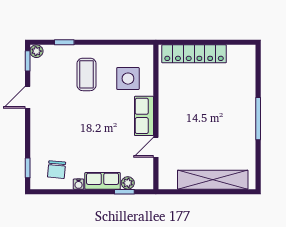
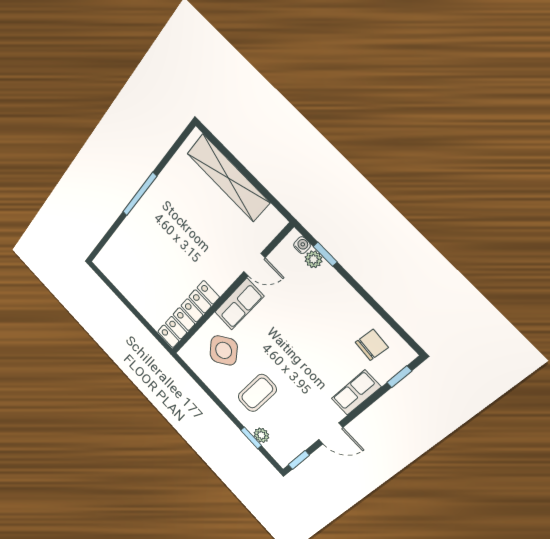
plant: (36, 51) -> (261, 435), moved
locker: (194, 54) -> (188, 315), moved, turned -90
side table: (128, 79) -> (224, 350), turned -36
row of seats: (103, 181) -> (356, 393), moved, turned 90
water cooler: (79, 184) -> (302, 245), moved

